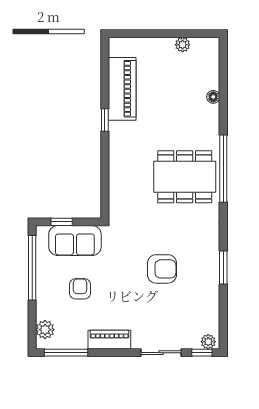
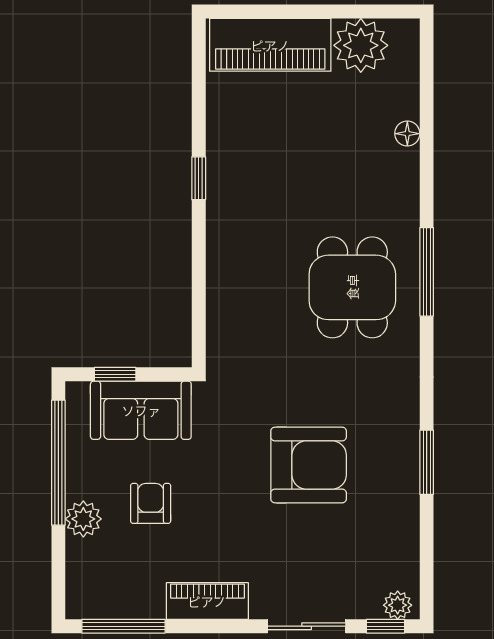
plant: (183, 45) -> (361, 45), width x1.88, depth x1.88
piano: (122, 89) -> (270, 45), moved, turned 90
window: (223, 169) -> (427, 272), width x0.68
dining table: (185, 177) -> (352, 287), width x0.73
armchair: (162, 269) -> (309, 465), width x1.36, depth x1.36
plant: (45, 330) -> (83, 519), moved

